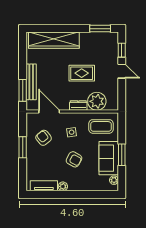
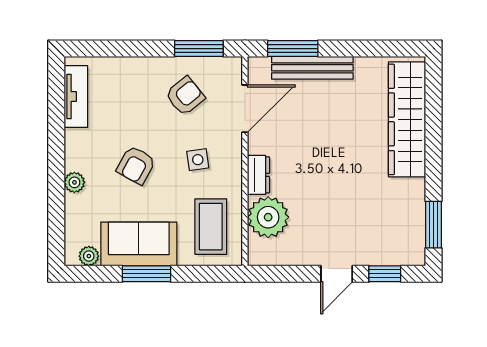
rug: (82, 73) -> (332, 183), removed
window: (23, 147) -> (199, 49), moved
plant: (63, 186) -> (74, 182), moved

